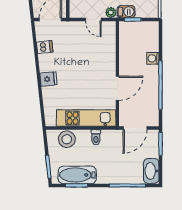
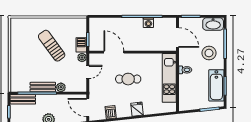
washing machine: (153, 58) -> (148, 23), moved
cafe table: (85, 68) -> (128, 79), added
door: (117, 88) -> (114, 52), moved
stool: (67, 139) -> (209, 53), moved

